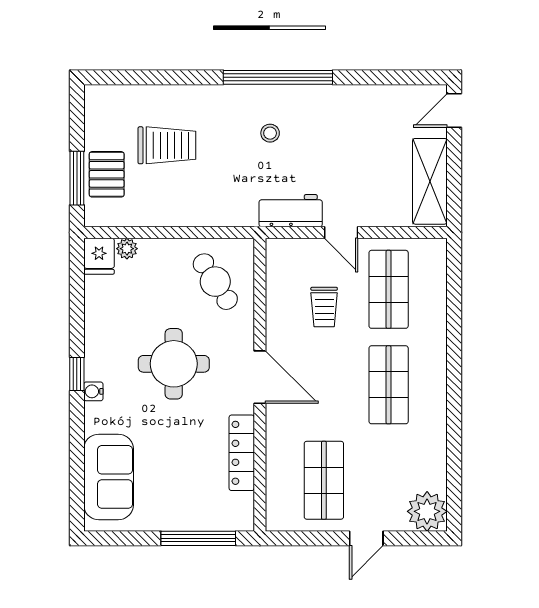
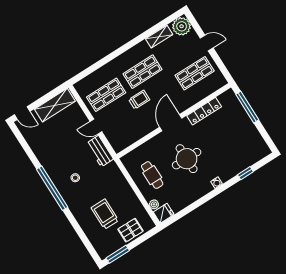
window: (77, 178) -> (118, 254), moved
door: (341, 233) -> (96, 127), swing flipped
cafe table: (215, 282) -> (152, 175), moved, turned -57
trolley: (324, 307) -> (139, 100), moved
window: (77, 374) -> (245, 173), moved
shelving: (434, 457) -> (159, 37), added
sofa: (109, 477) -> (245, 156), removed

